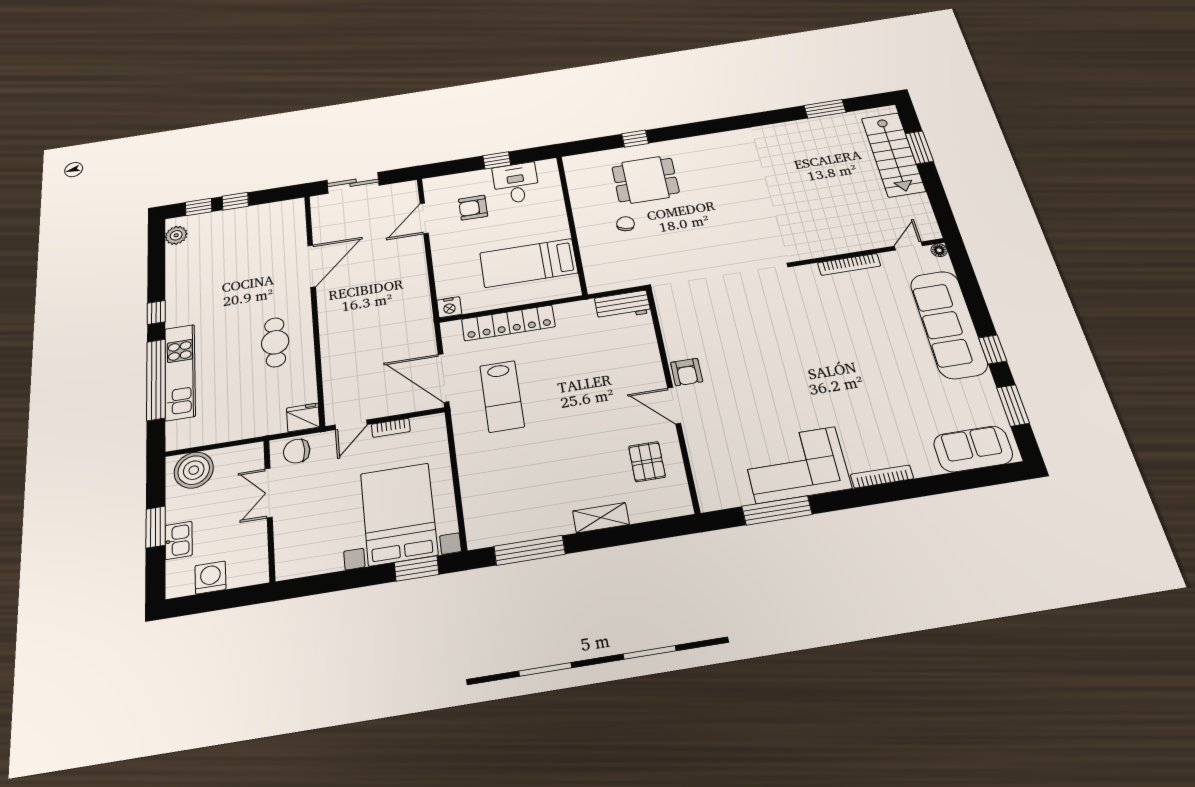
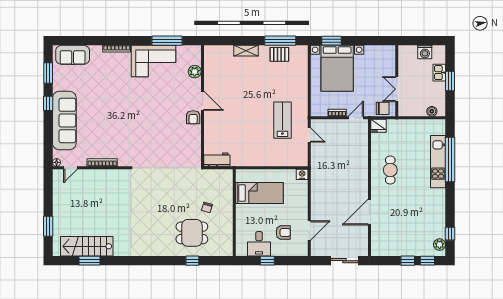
stairs: (893, 154) -> (87, 246), moved, turned -90
window: (156, 312) -> (450, 234), moved
locker: (508, 323) -> (274, 160), removed
armchair: (687, 372) -> (193, 117), turned 180
door: (443, 378) -> (309, 135), width x0.53
plant: (703, 458) -> (195, 72), added
pallet: (647, 462) -> (279, 54), moved, turned 90
boiler: (194, 470) -> (432, 111), width x0.54, depth x0.54
double door: (269, 493) -> (397, 89), swing flipped

